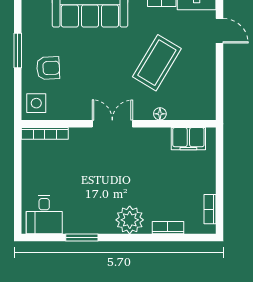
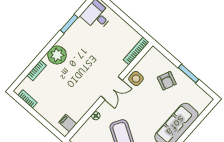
armchair: (48, 68) -> (167, 81), turned -63
side table: (36, 103) -> (136, 79), moved
filing cabinet: (188, 139) -> (68, 123), width x0.50

